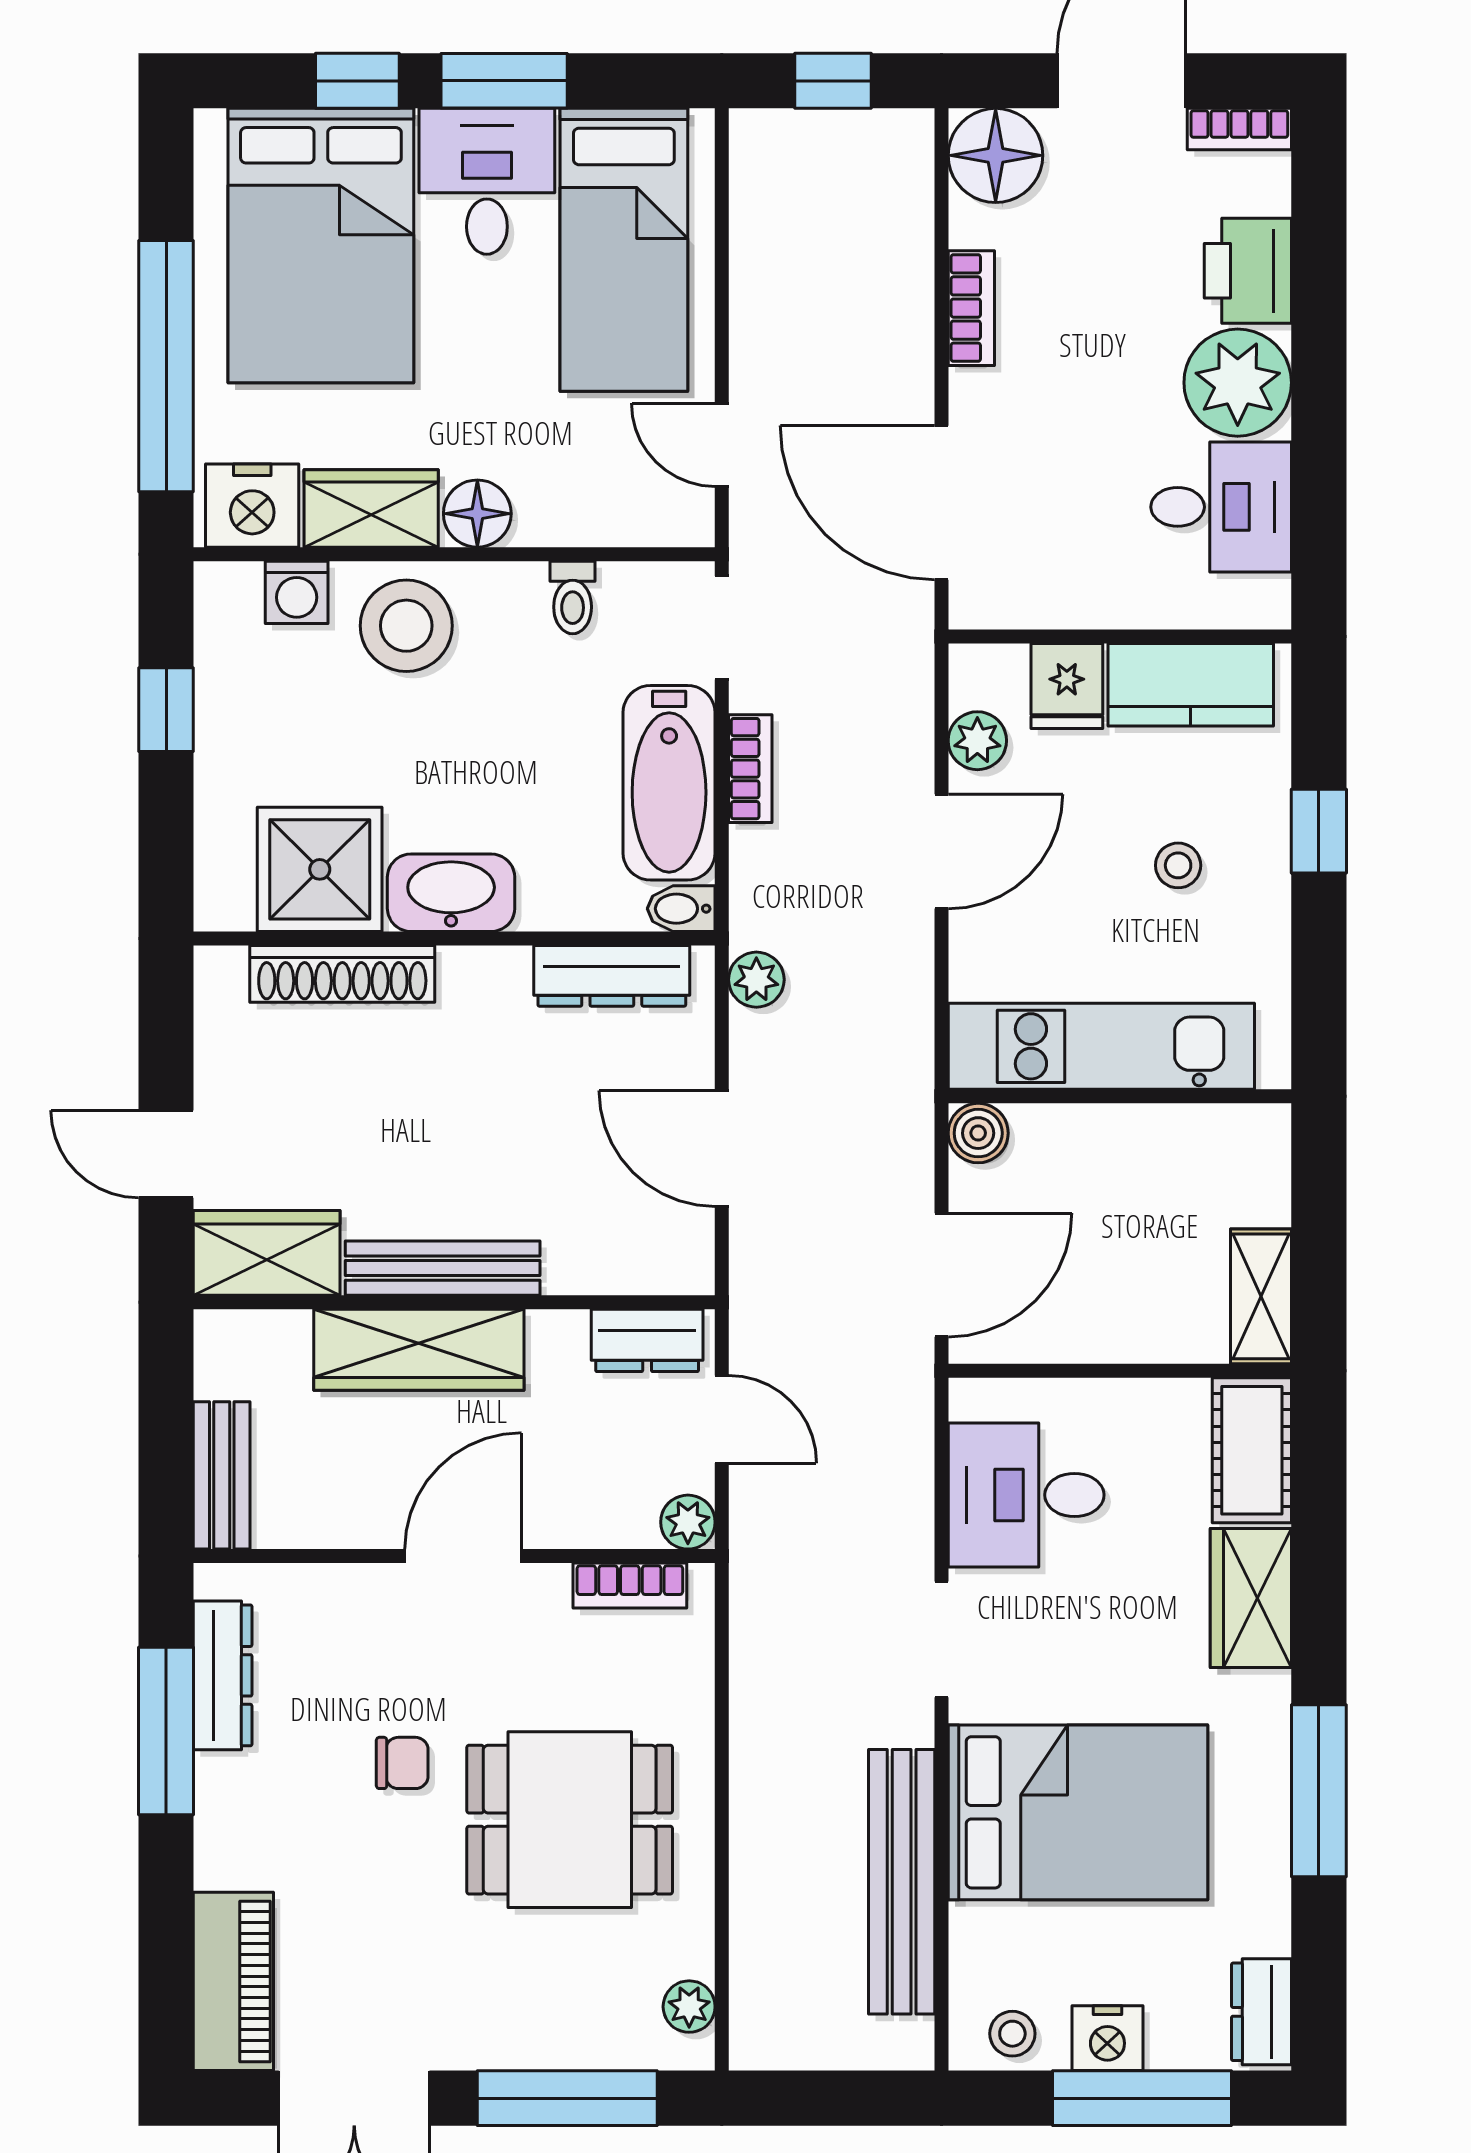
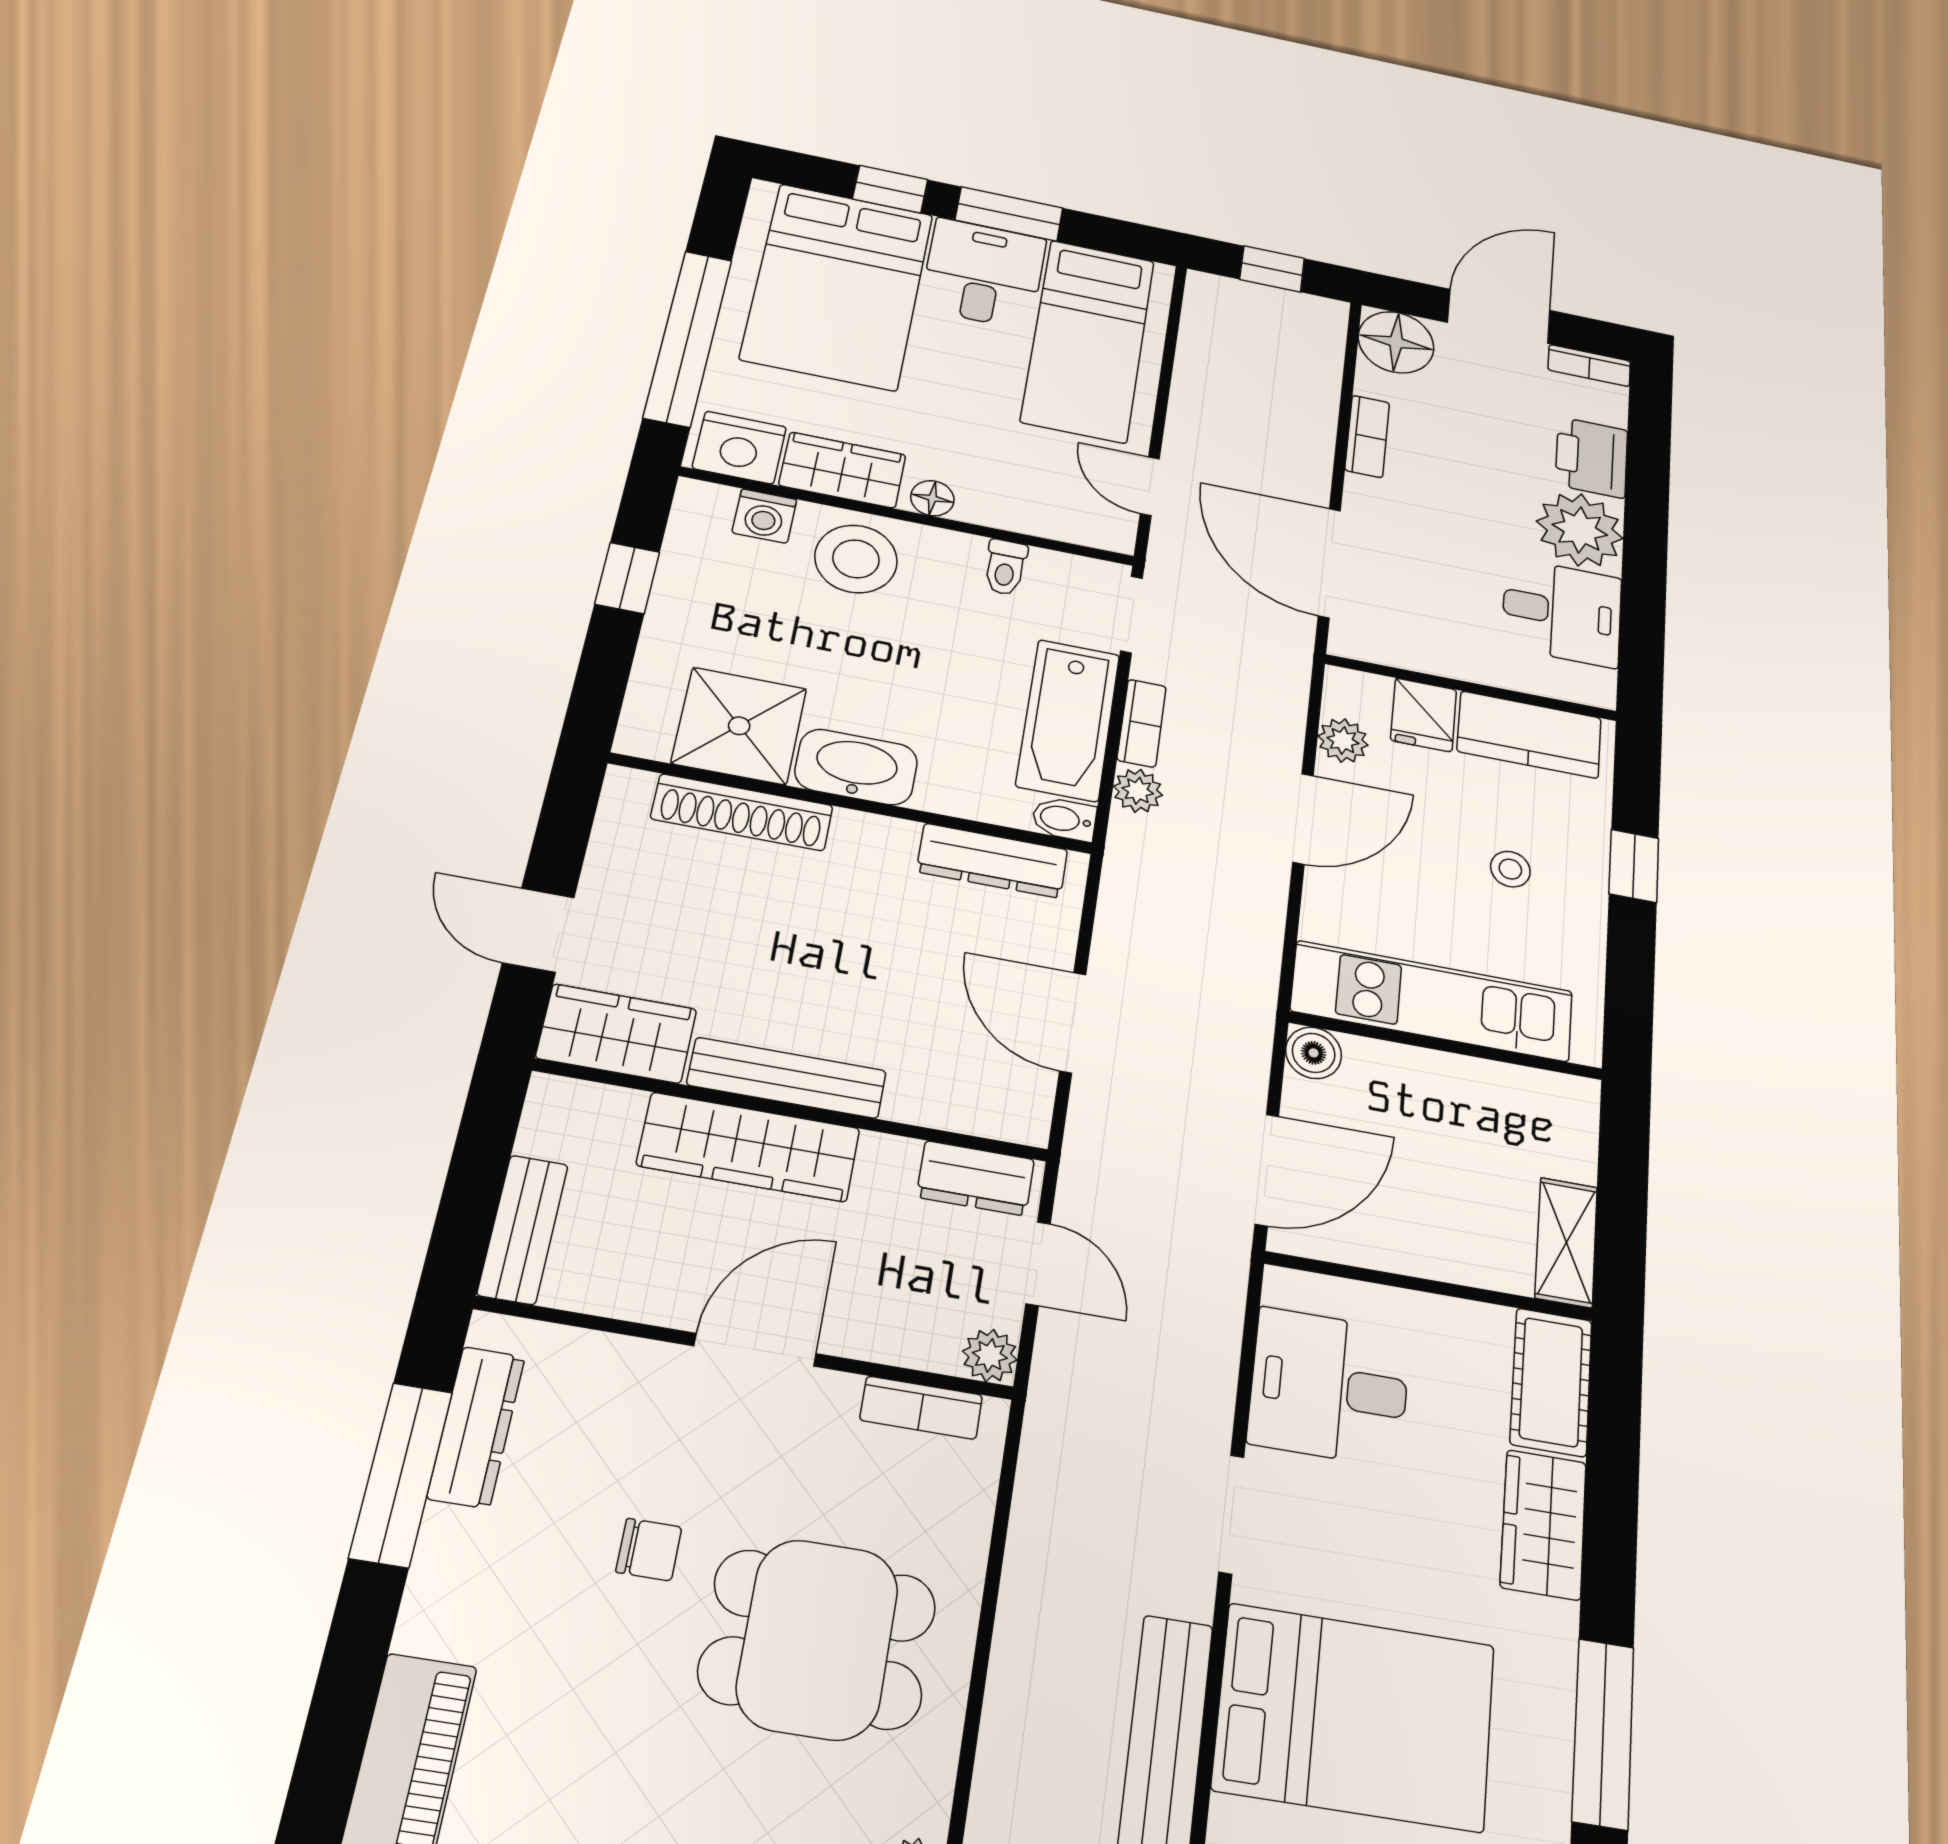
floor lamp: (477, 514) -> (932, 498), width x0.73, depth x0.73
plant: (756, 980) -> (1138, 791), moved

